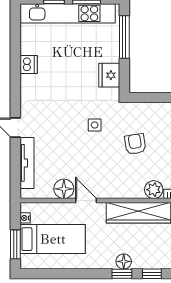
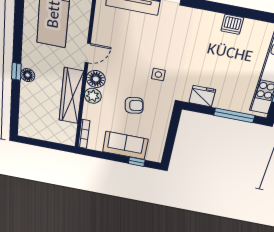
floor lamp: (64, 189) -> (96, 79), moved
plant: (154, 190) -> (93, 96), moved
window: (152, 274) -> (15, 96), removed

